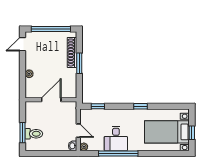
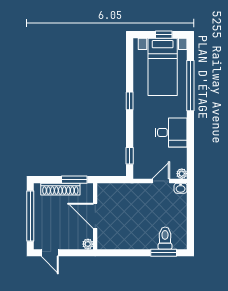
door: (51, 100) -> (95, 216), moved
wall: (51, 100) -> (95, 216), moved
window: (118, 153) -> (190, 86), moved

